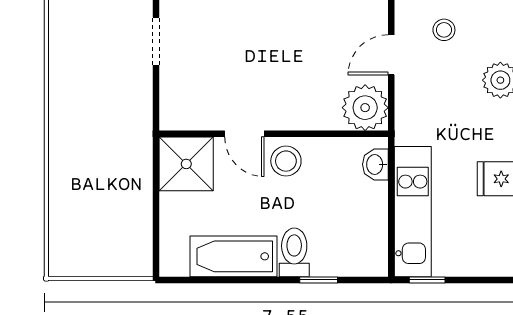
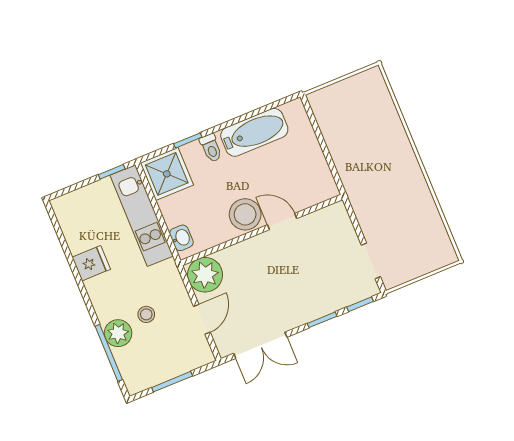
stool: (444, 30) -> (146, 314), moved
stool: (286, 161) -> (245, 214), width x1.38, depth x1.38
shower: (186, 164) -> (167, 174), moved
toilet: (294, 252) -> (211, 148), width x0.73, depth x0.72

